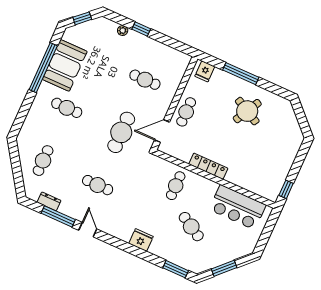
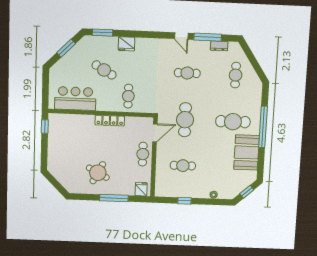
window: (141, 29) -> (184, 201), moved
window: (43, 68) -> (263, 127), moved
cafe table: (67, 108) -> (233, 122), width x1.37, depth x1.35
fridge: (141, 240) -> (127, 44), moved

